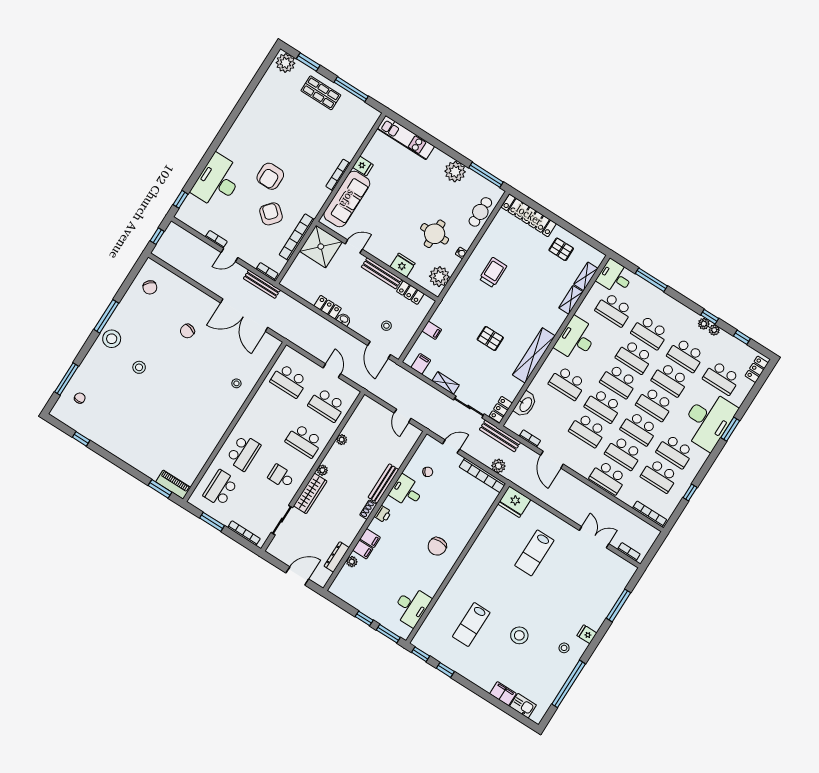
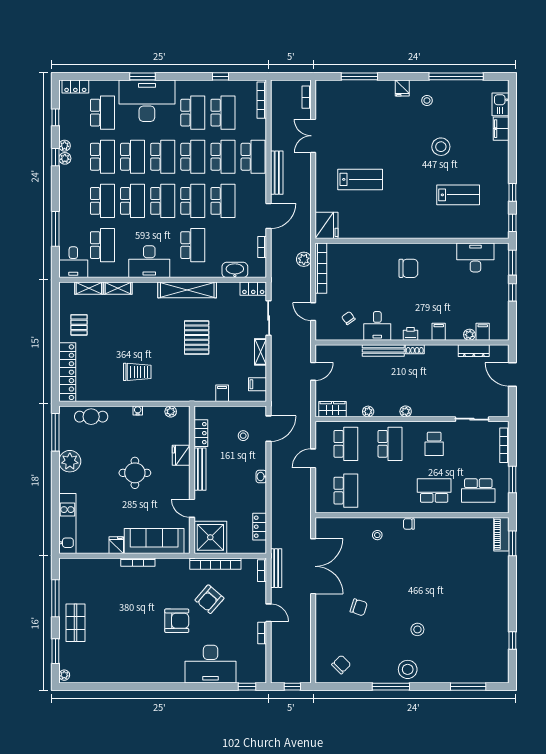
plant: (286, 63) -> (64, 675), width x0.53, depth x0.53
round table: (435, 234) -> (135, 473), moved
trolley: (493, 272) -> (137, 372), turned 180
plant: (439, 277) -> (171, 412), width x0.53, depth x0.53
locker: (328, 307) -> (260, 527), moved
pallet: (490, 338) -> (197, 337), width x1.50, depth x1.42
chair: (80, 398) -> (409, 524), moved
bench: (500, 436) -> (277, 173), moved
wardrobe: (310, 493) -> (333, 409), moved, width x0.67
filing cabinet: (363, 550) -> (483, 332), moved

